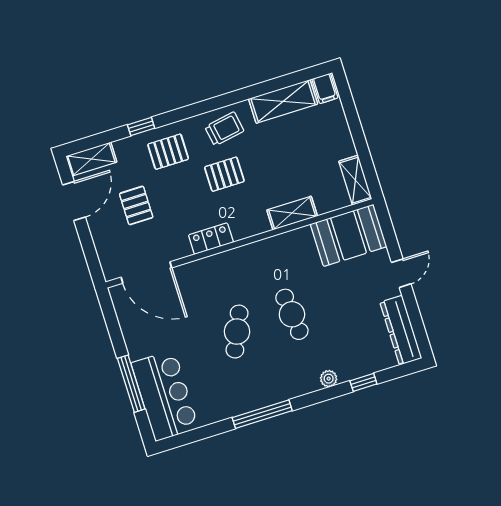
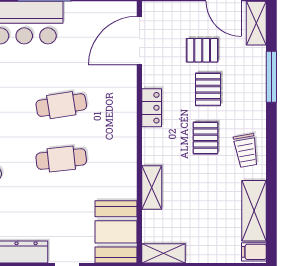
window: (141, 127) -> (271, 77), width x2.17
pallet: (168, 152) -> (208, 89), moved
cafe table: (237, 332) -> (61, 105), turned -33

